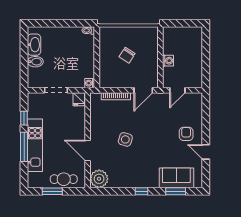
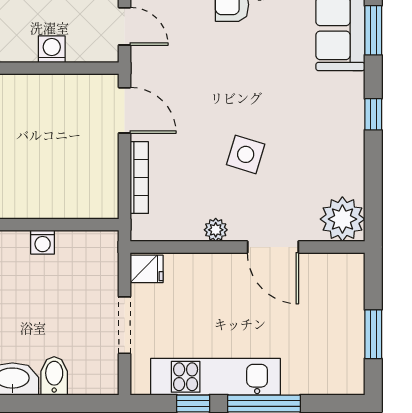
chair: (127, 55) -> (38, 150), removed
washing machine: (90, 83) -> (43, 242), moved
plant: (95, 127) -> (216, 230), added
kitchen unit: (35, 145) -> (216, 377), moved
door: (88, 151) -> (273, 247), hinge flipped
cafe table: (64, 179) -> (343, 306), removed

